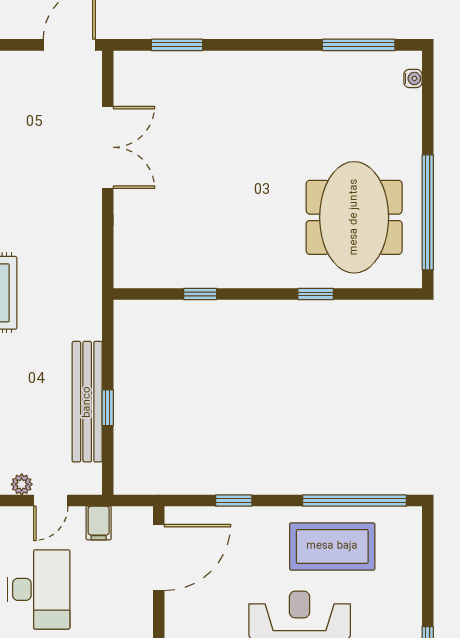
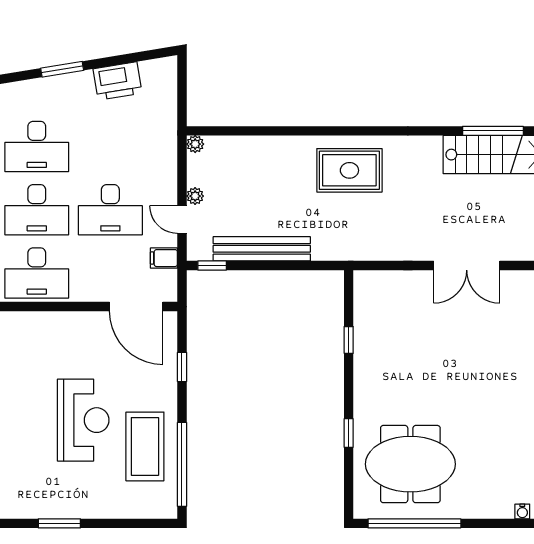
window: (108, 408) -> (212, 265), moved

